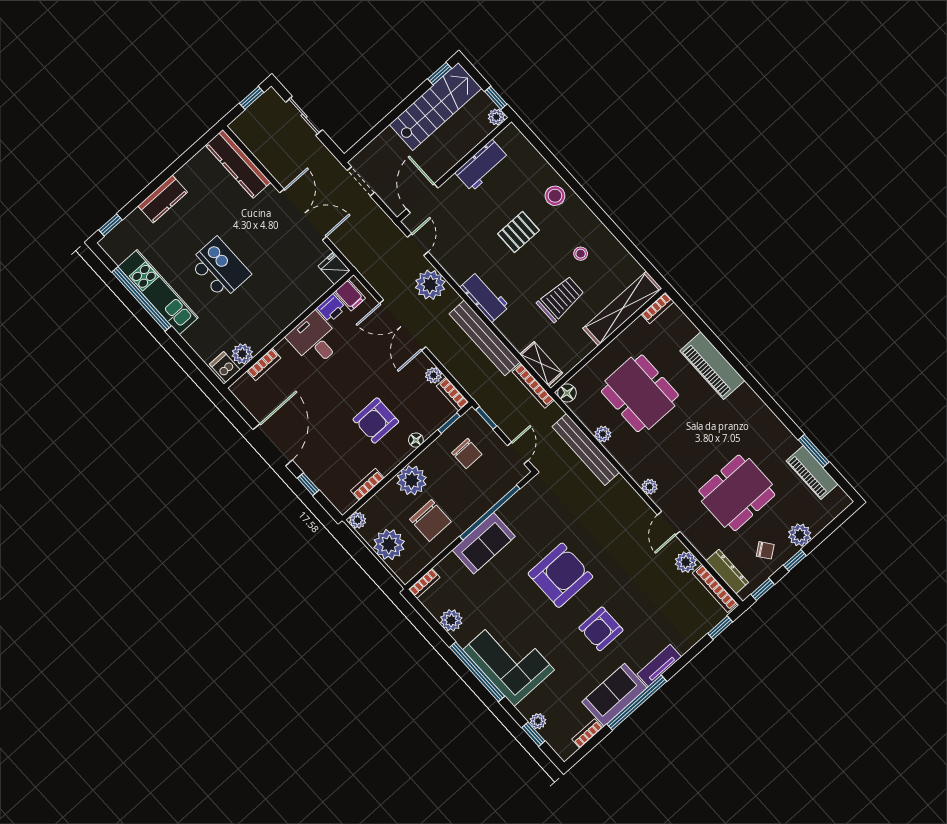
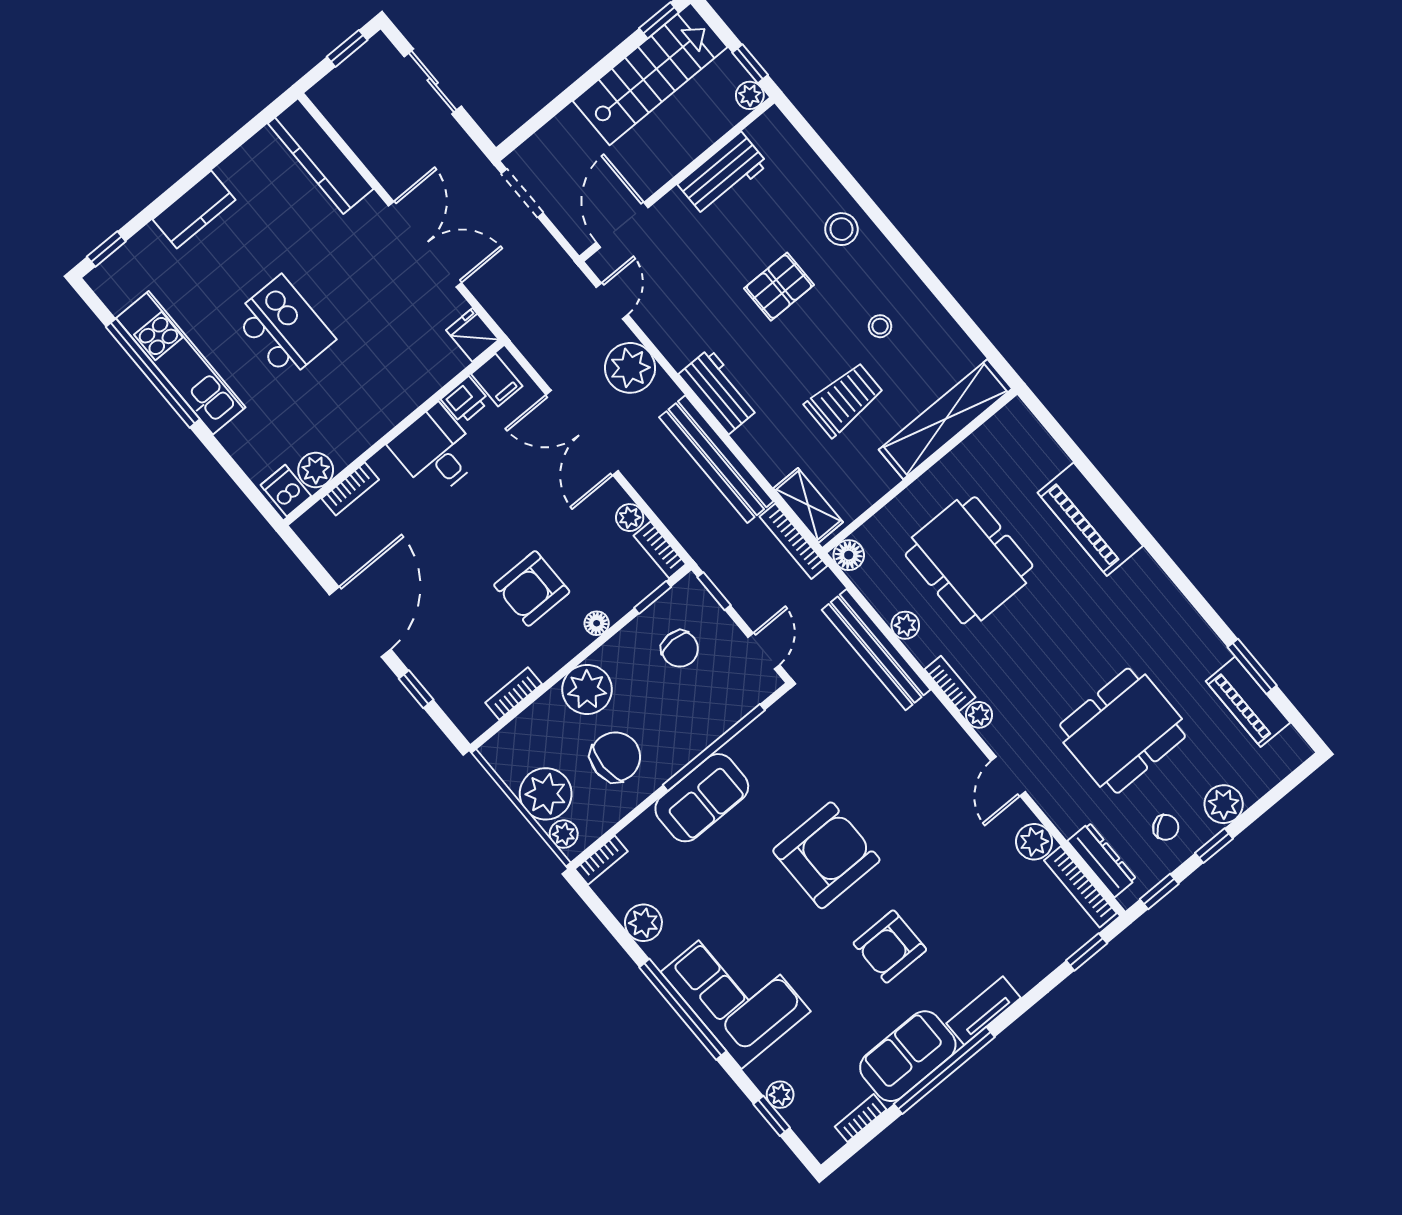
bookcase: (657, 308) -> (950, 683), moved, turned -90
plant: (358, 520) -> (564, 834), moved
chair: (430, 521) -> (615, 757), turned -90

